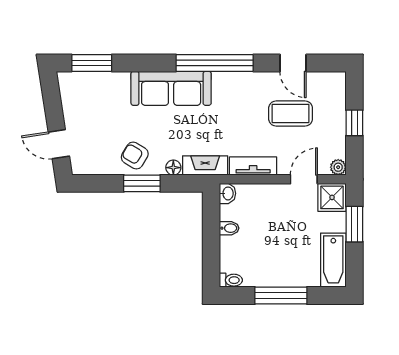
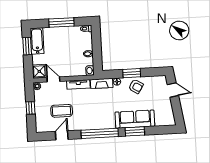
window: (92, 63) -> (135, 131), moved
door: (293, 63) -> (62, 135), hinge flipped
sofa: (171, 88) -> (135, 119), moved
door: (304, 179) -> (53, 79), swing flipped
window: (354, 224) -> (27, 46), moved

